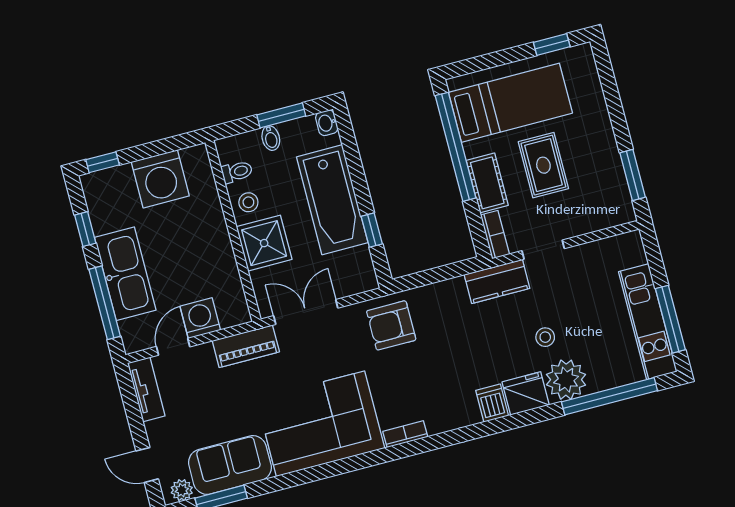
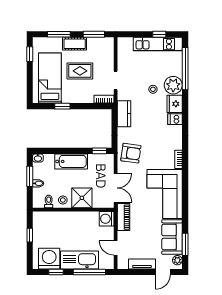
window: (612, 97) -> (59, 34), added
window: (456, 147) -> (62, 106), width x0.32
window: (103, 162) -> (30, 235), moved
washing machine: (160, 179) -> (49, 259), moved, turned -90
cot: (487, 183) -> (75, 44), moved
bathtub: (332, 200) -> (71, 161), width x0.73, depth x0.73
window: (372, 230) -> (99, 151), moved
kitchen counter: (497, 281) -> (124, 114), moved
double door: (306, 312) -> (116, 188), swing flipped
washing machine: (200, 318) -> (107, 219), moved
window: (670, 319) -> (159, 34), width x0.46
armchair: (391, 325) -> (131, 153), turned -82
tv unit: (146, 389) -> (142, 264), moved

